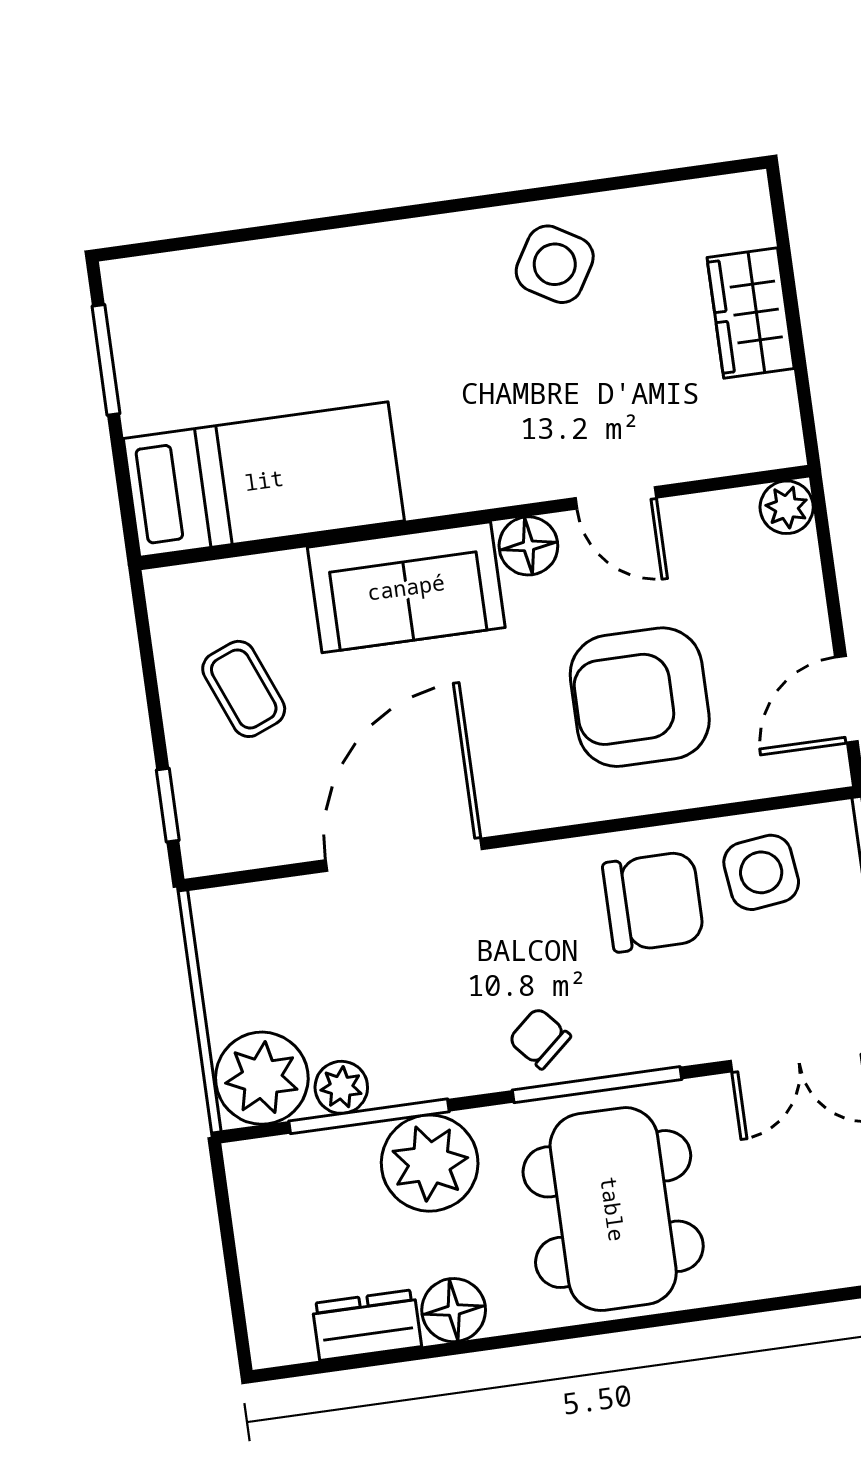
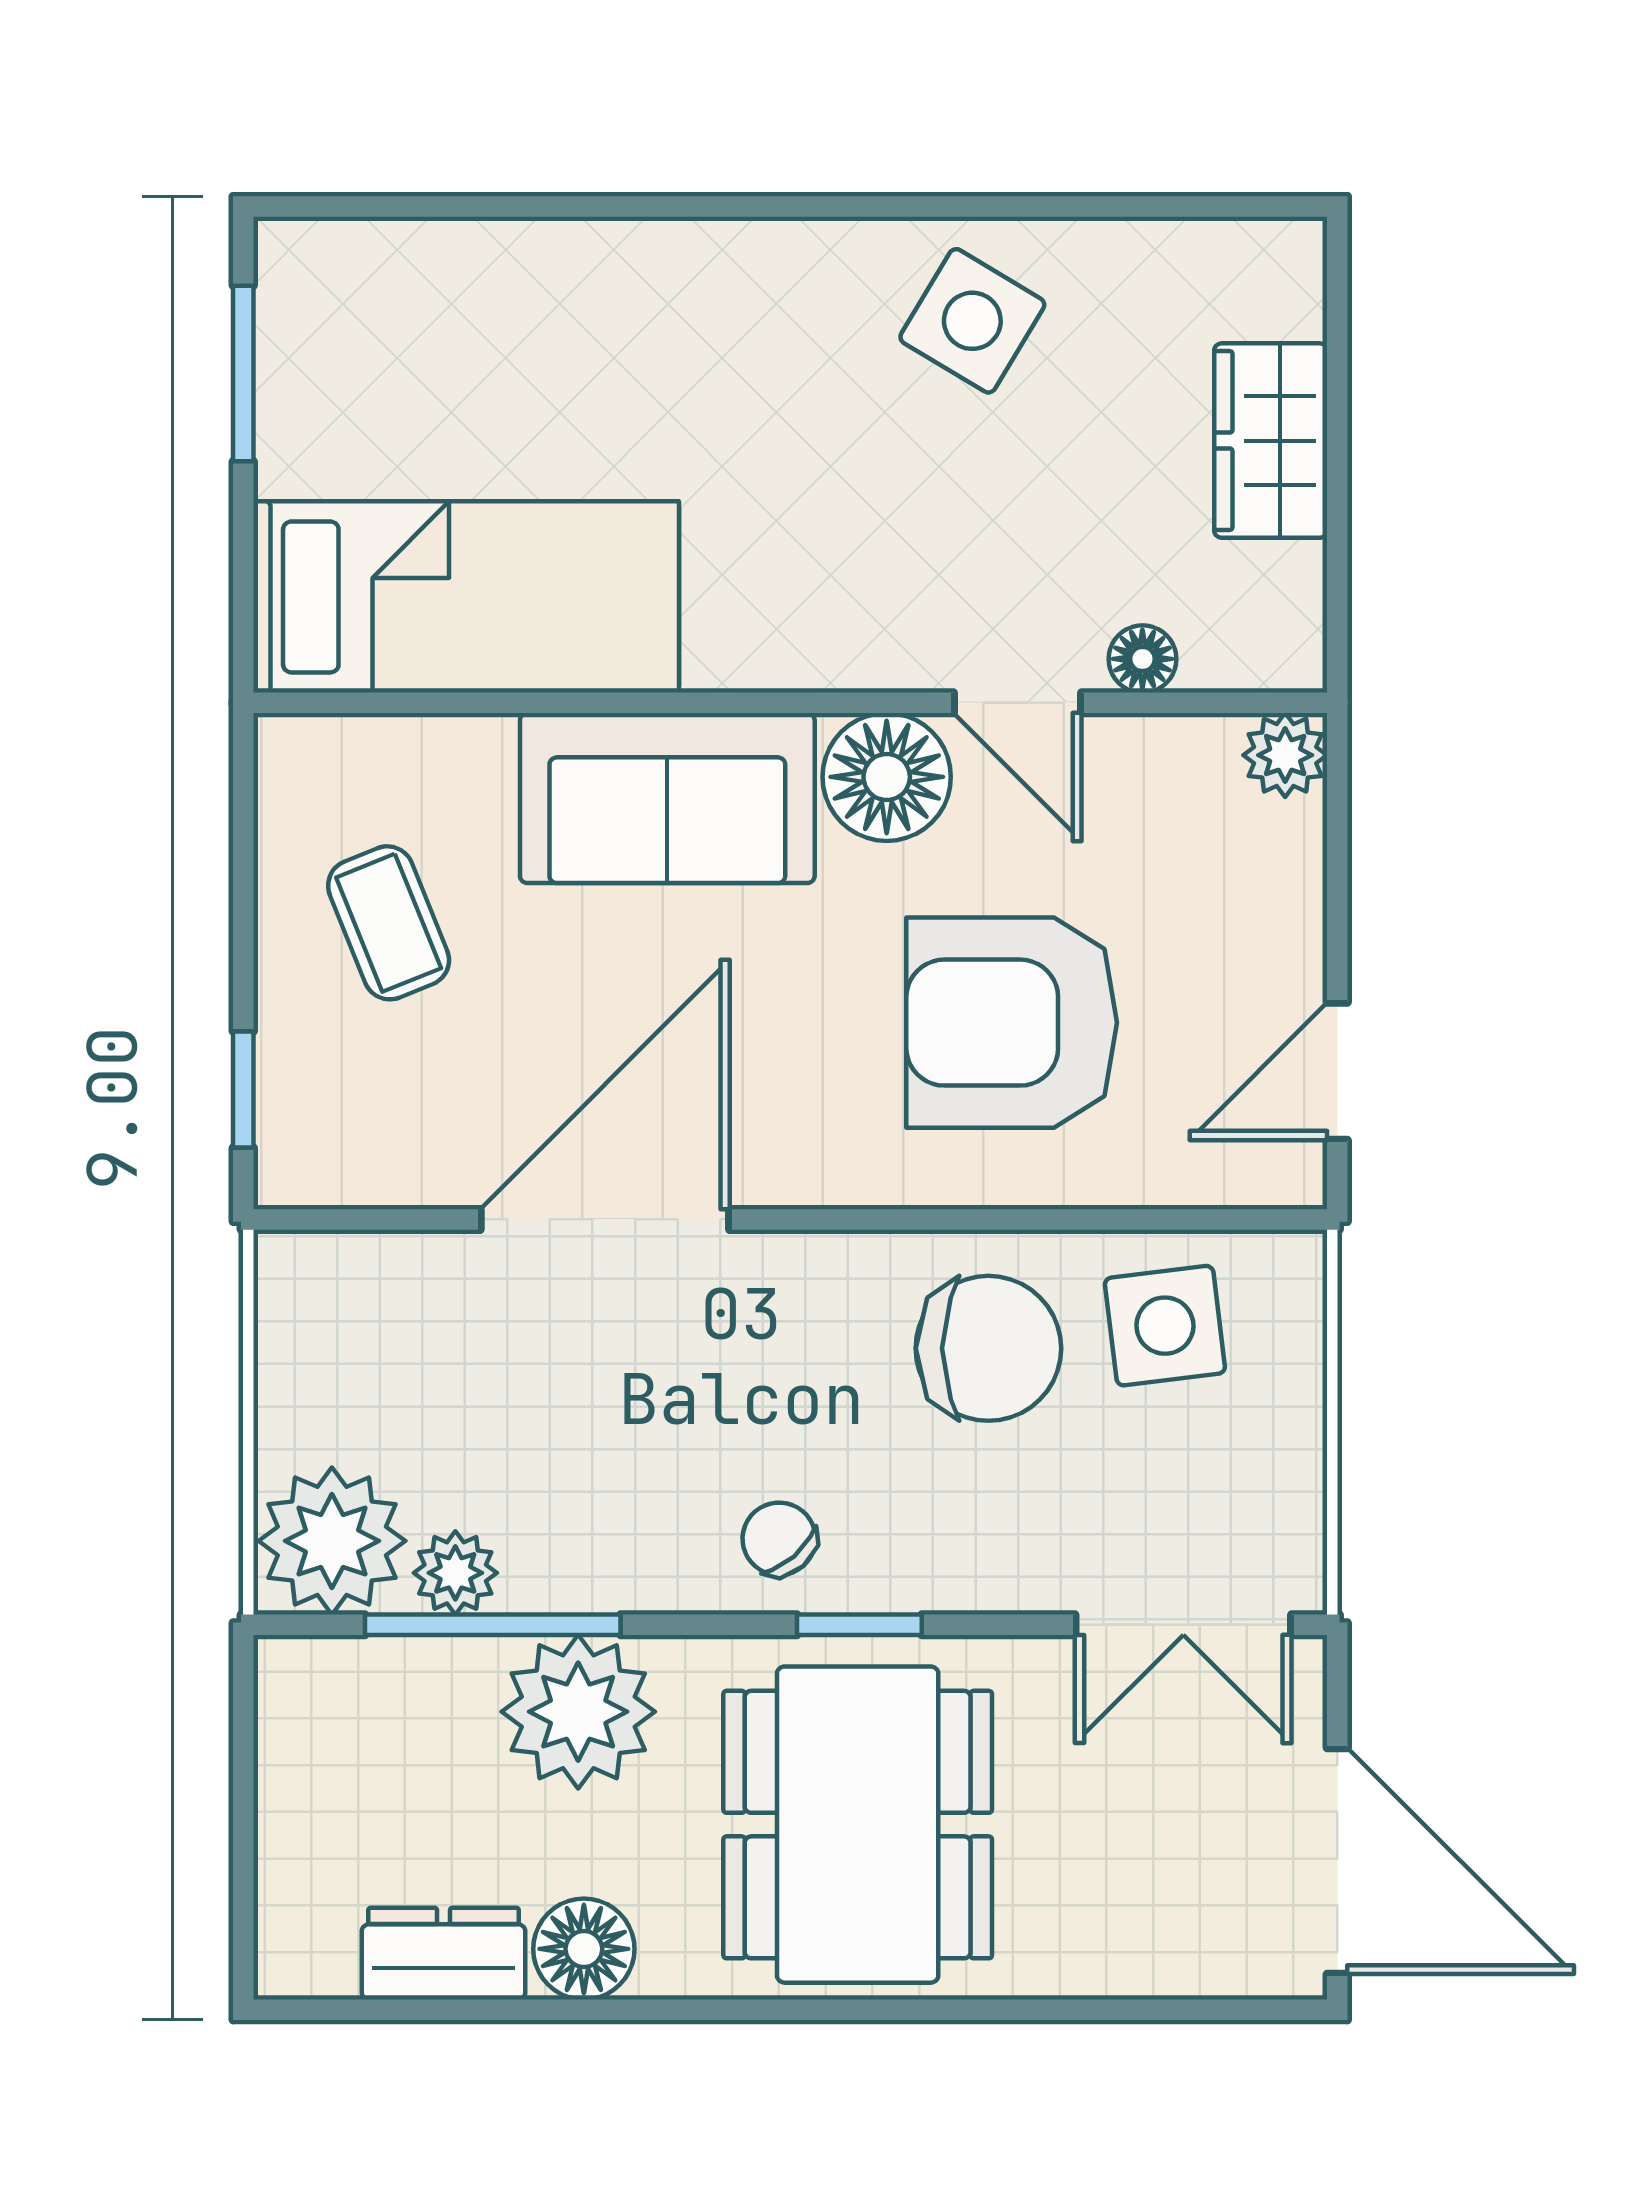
floor lamp: (690, 460) -> (1142, 659), added
floor lamp: (528, 546) -> (887, 777), width x1.38, depth x1.38
window: (597, 1085) -> (859, 1625), width x0.46

